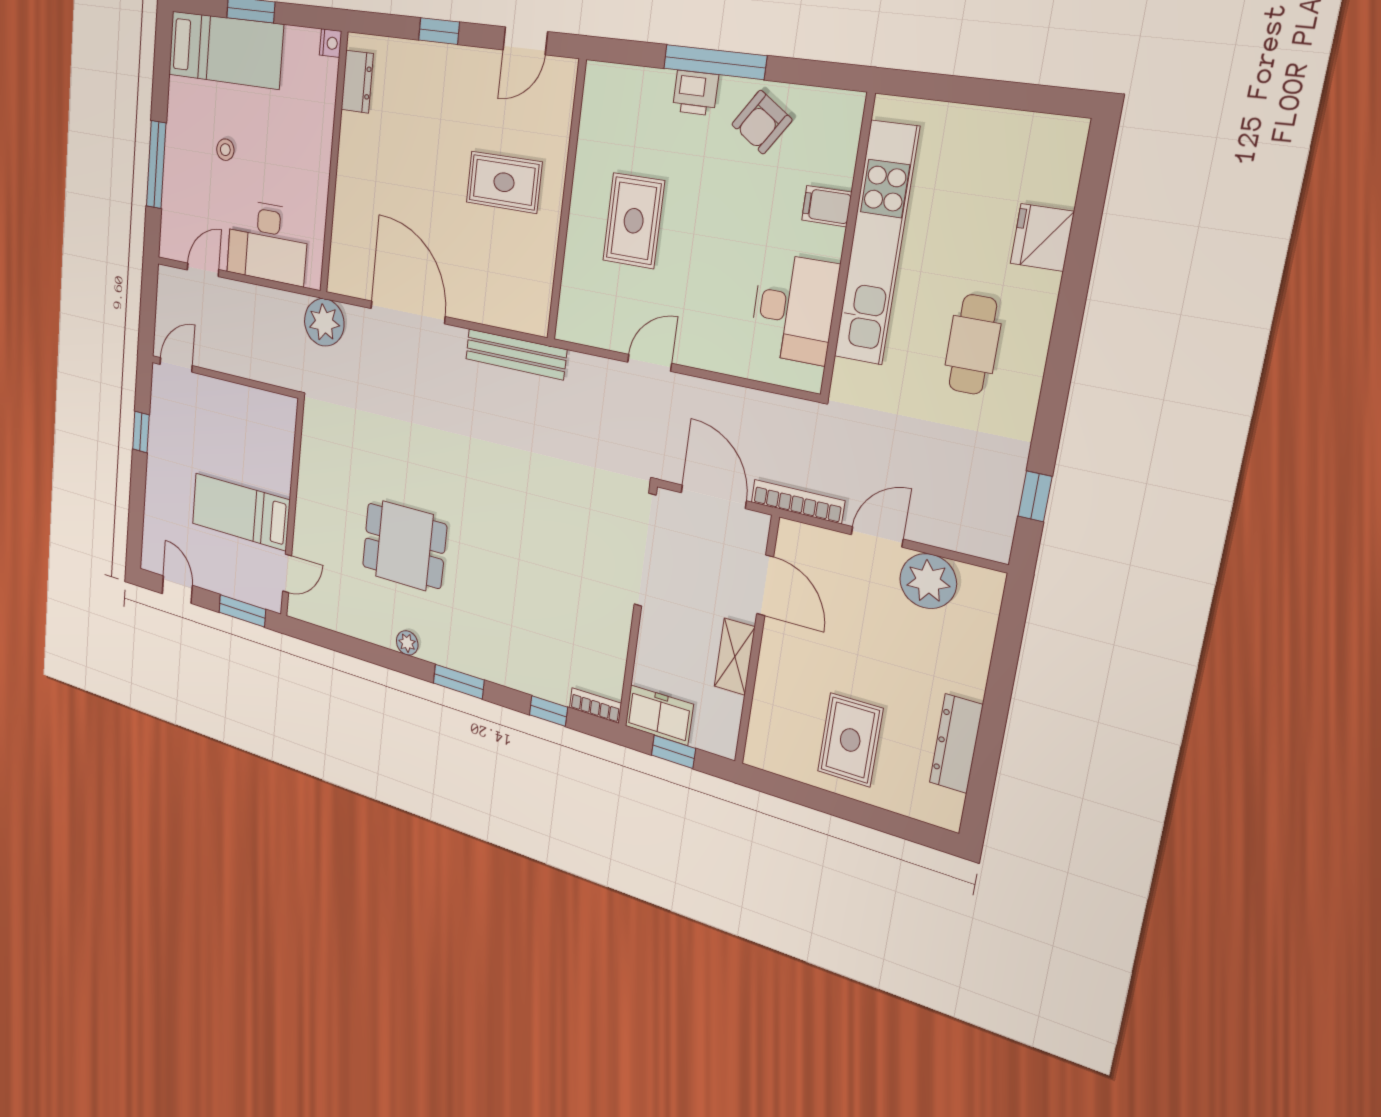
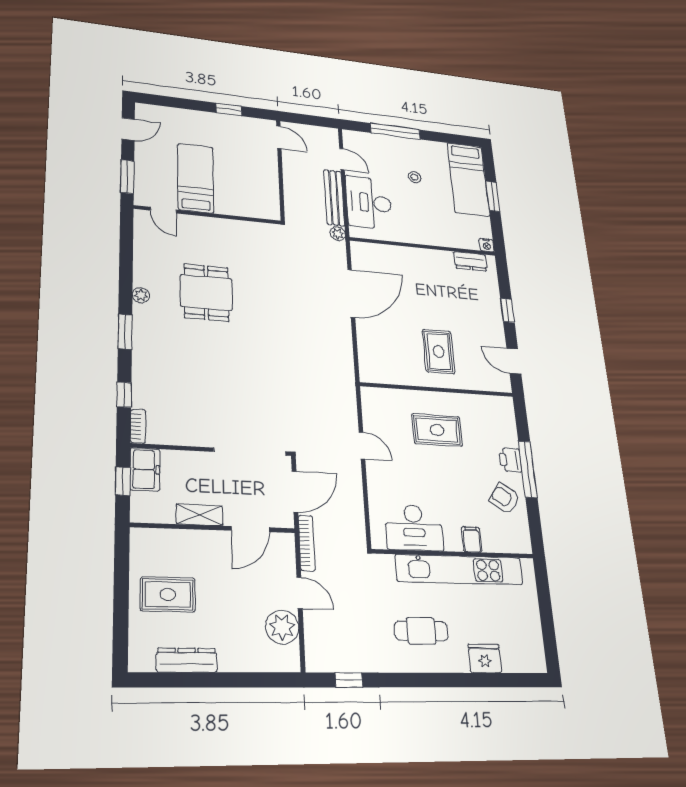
plant: (324, 322) -> (338, 234), width x0.53, depth x0.53
bench: (516, 354) -> (334, 198), moved

